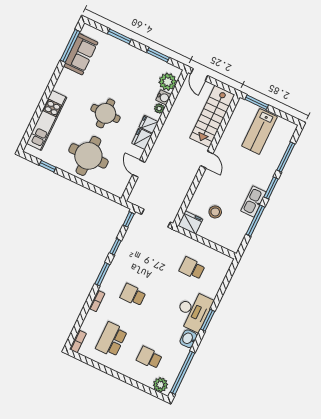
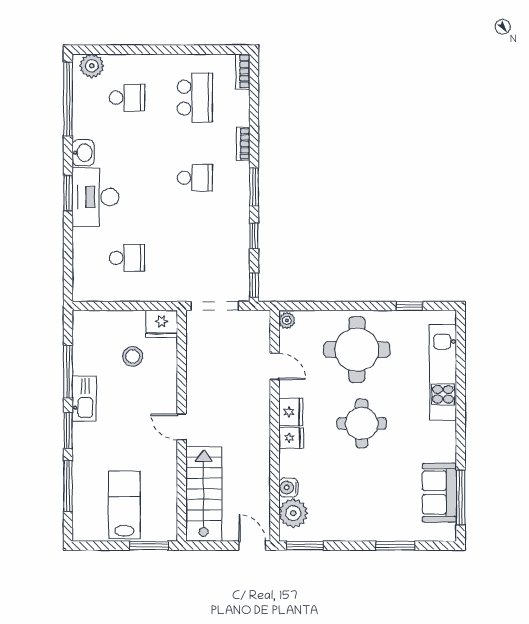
window: (158, 55) -> (305, 546), moved
plant: (159, 108) -> (287, 320), moved

